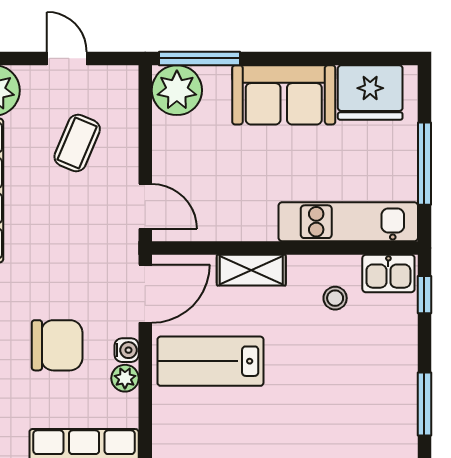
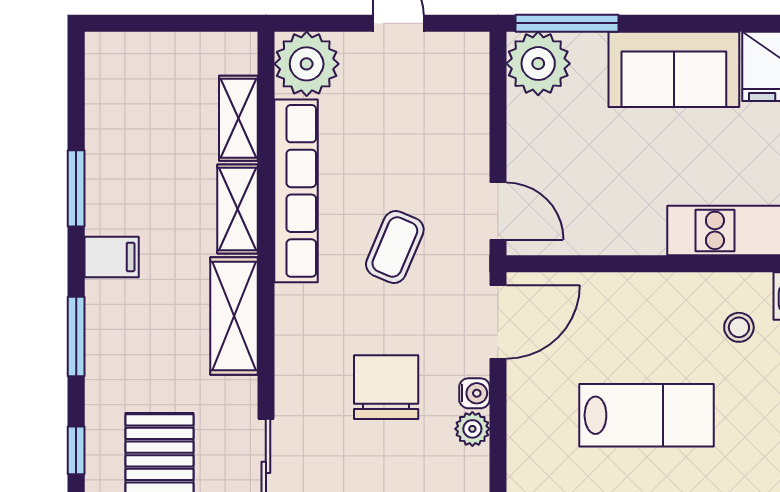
coffee table: (77, 143) -> (395, 247), moved
shelving: (251, 270) -> (633, 292), removed
chair: (57, 345) -> (386, 387), turned -90
lab bench: (210, 361) -> (647, 415), moved, turned 180

